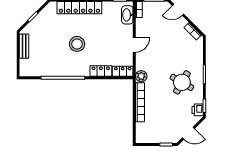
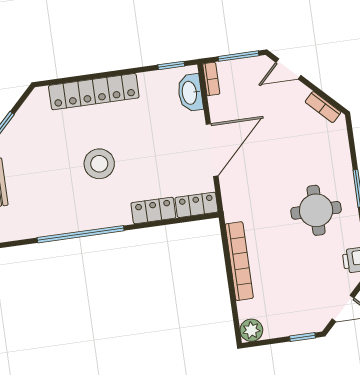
door: (134, 45) -> (212, 150), width x1.87
plant: (141, 76) -> (251, 330), moved
round table: (182, 82) -> (316, 210), turned -30

